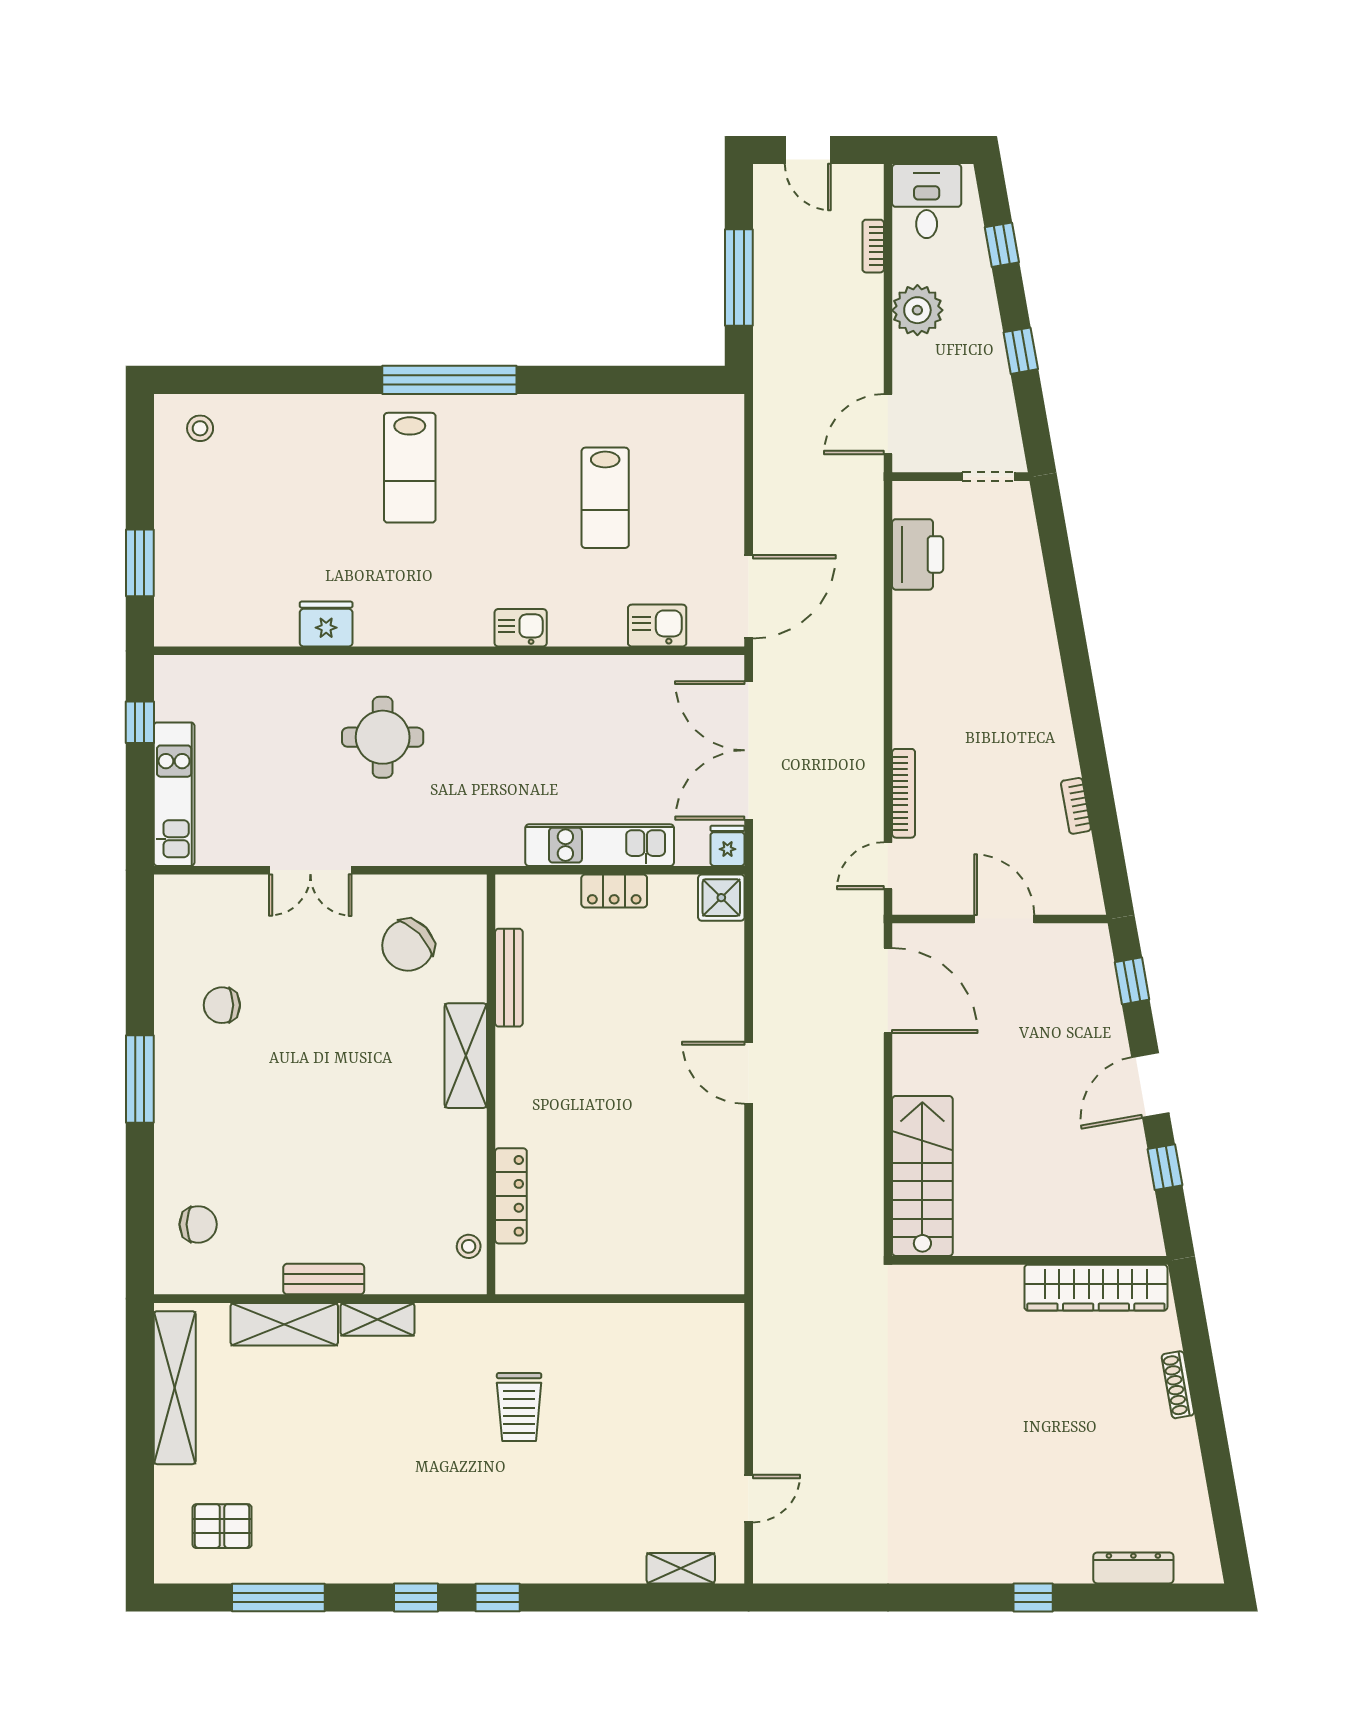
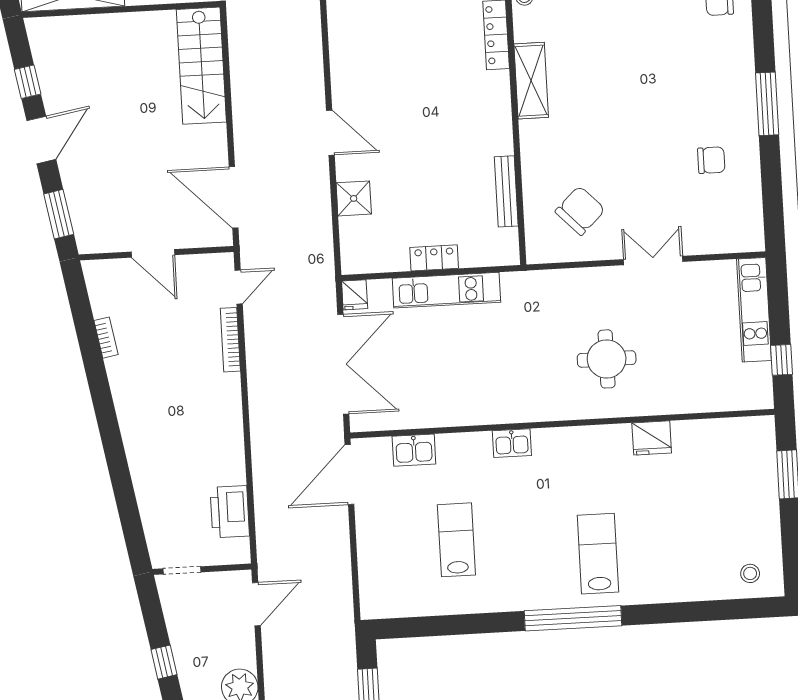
shower: (721, 898) -> (354, 198), moved
window: (1132, 981) -> (59, 214), width x1.50
shelving: (466, 1056) -> (531, 81), moved

